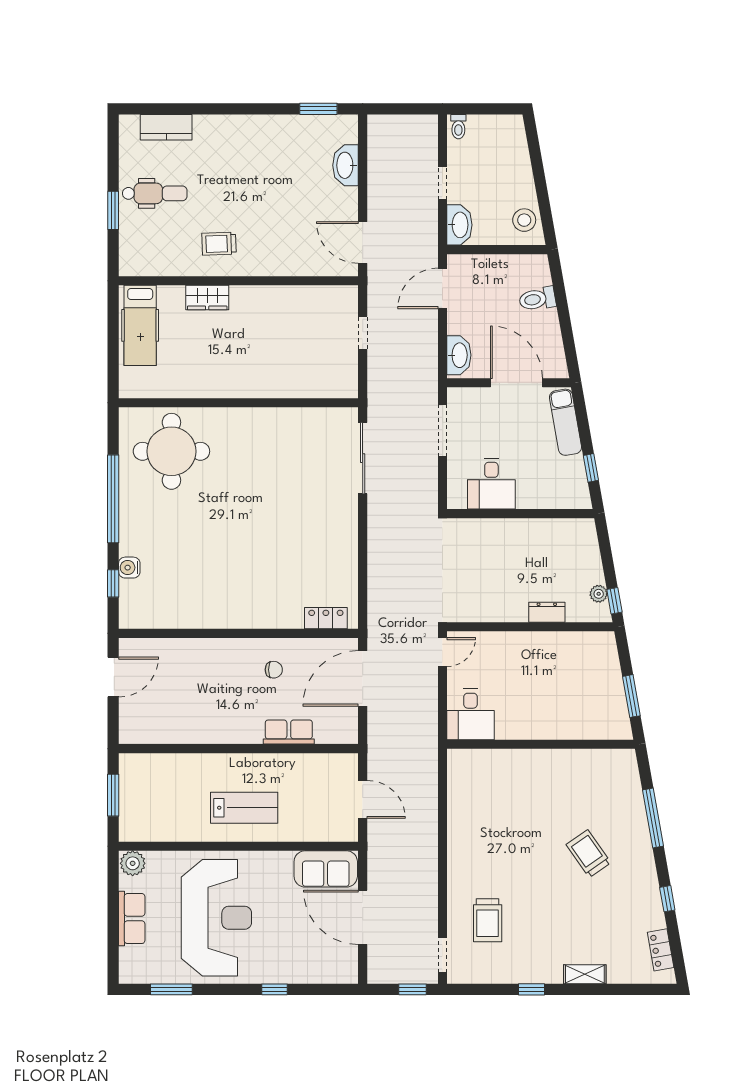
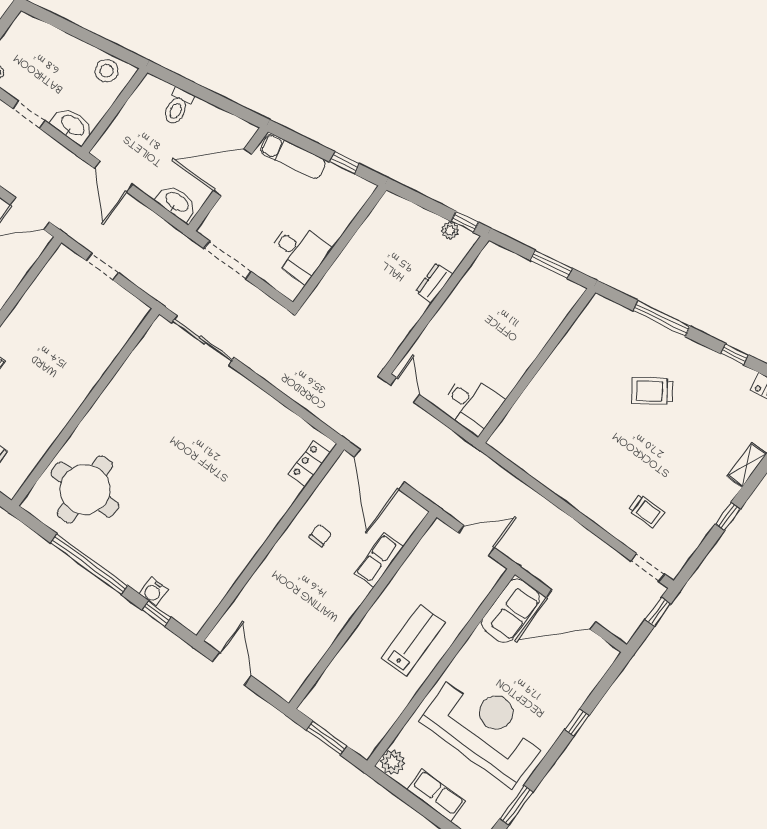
trolley: (488, 920) -> (647, 511), width x0.73, depth x0.72

